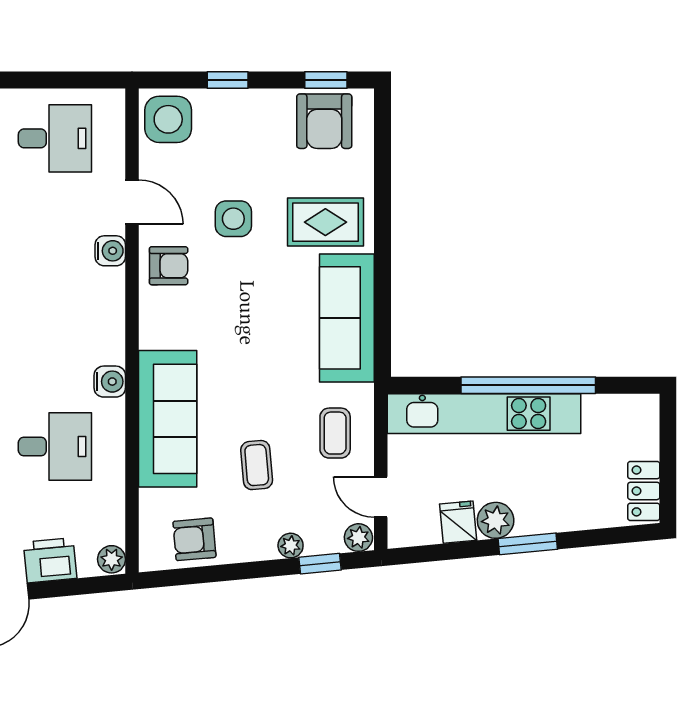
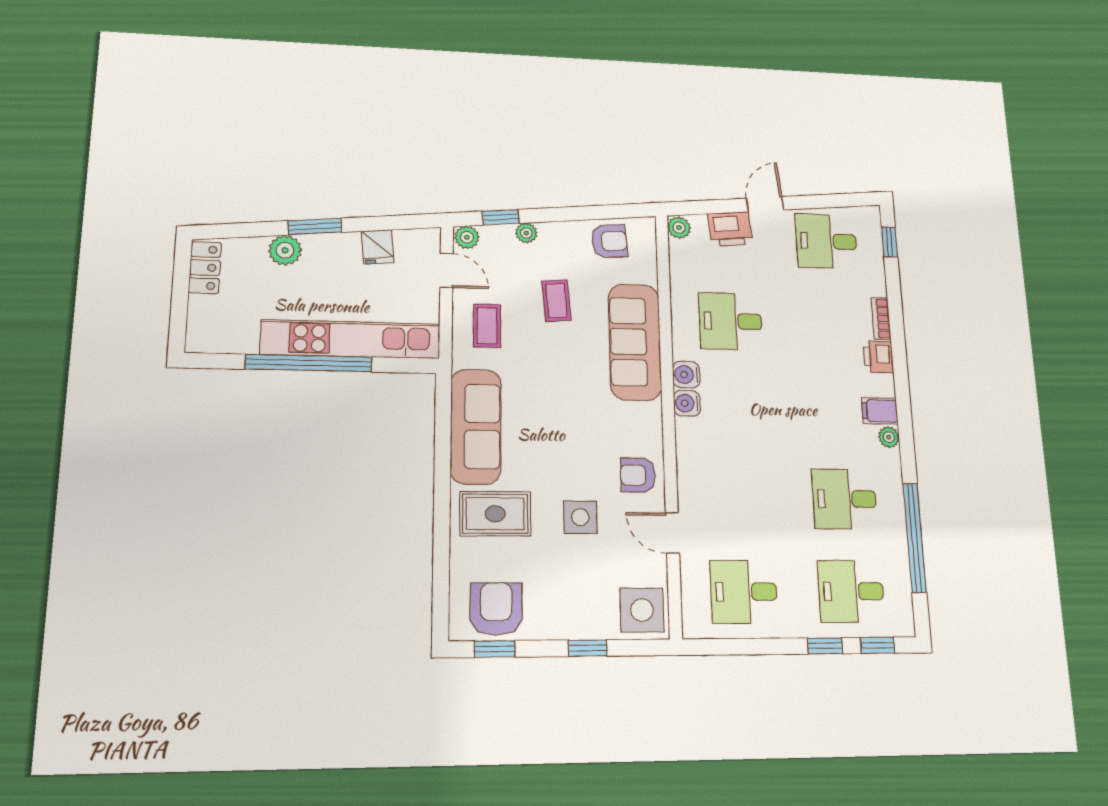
water cooler: (110, 251) -> (687, 403), moved
plant: (496, 520) -> (285, 250), moved

